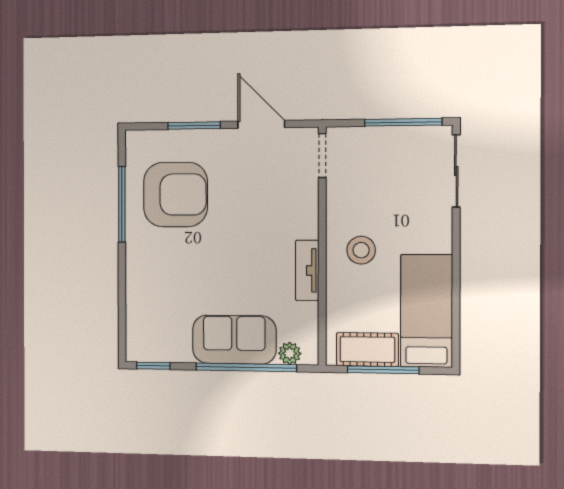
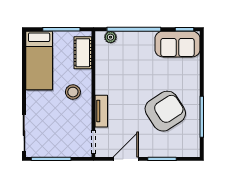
door: (261, 124) -> (126, 159), swing flipped
armchair: (175, 195) -> (165, 111), moved, turned 147
tv unit: (307, 270) -> (101, 111), moved
sofa: (234, 340) -> (177, 44), moved
cot: (367, 349) -> (83, 53), moved, turned 90

